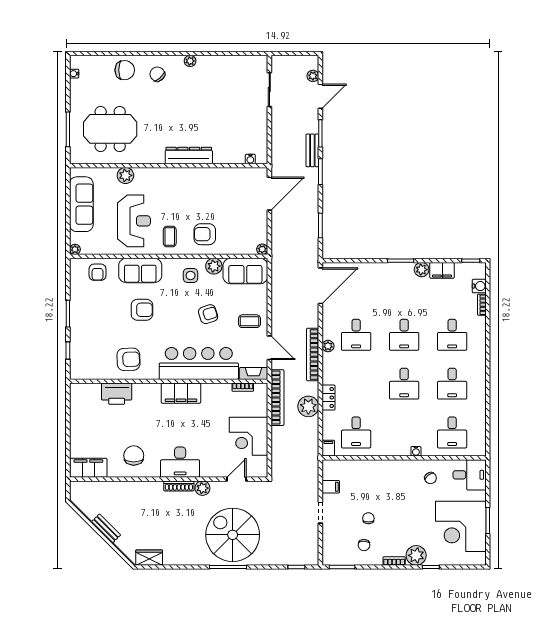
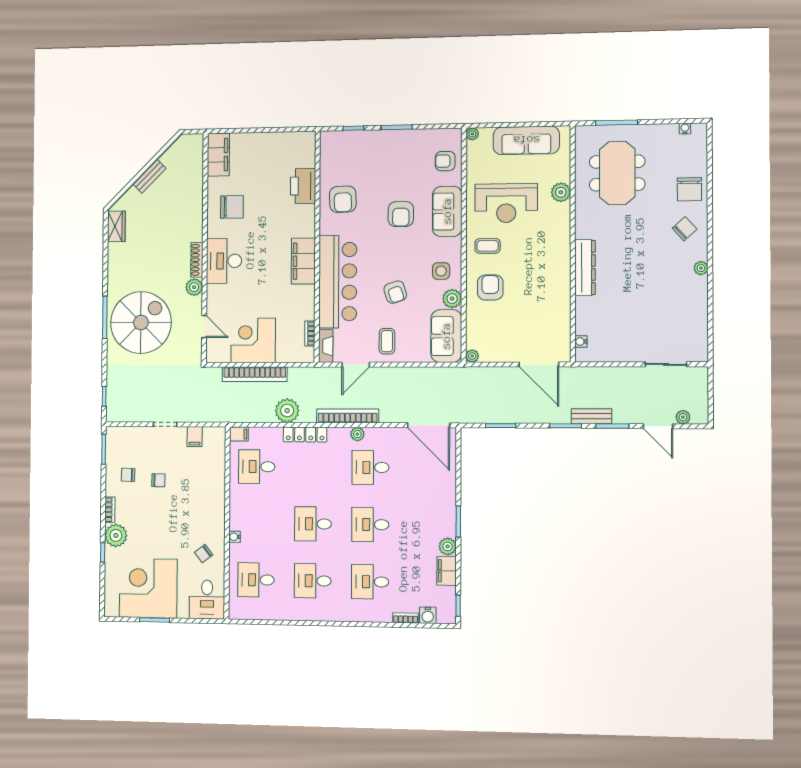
bookcase: (277, 398) -> (255, 374), moved
locker: (329, 398) -> (305, 434), width x1.53

